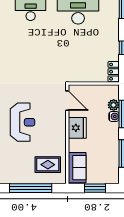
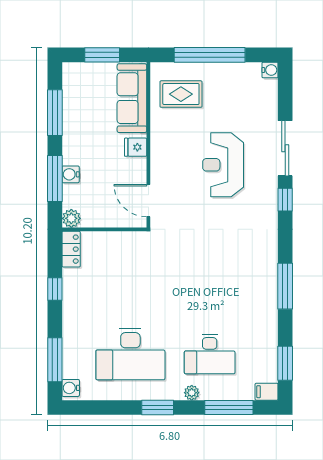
plant: (114, 105) -> (71, 218), moved
fridge: (77, 128) -> (136, 147), width x0.53, depth x0.75
sofa: (77, 168) -> (132, 98), width x1.36

